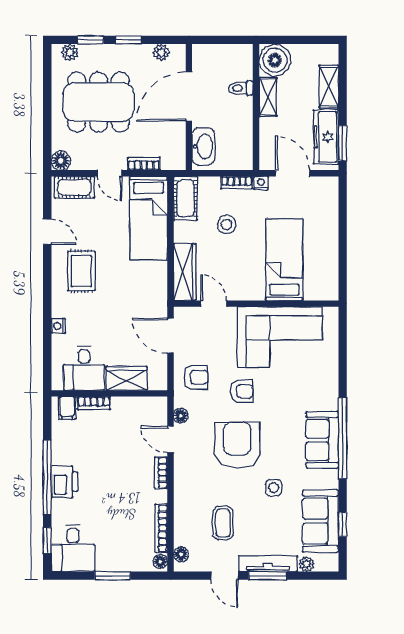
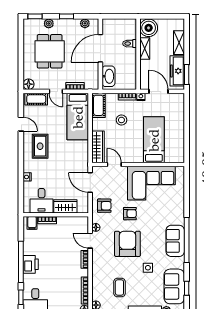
window: (91, 40) -> (35, 16), moved
plant: (70, 52) -> (49, 23), moved
dining table: (98, 102) -> (50, 51), width x0.73

